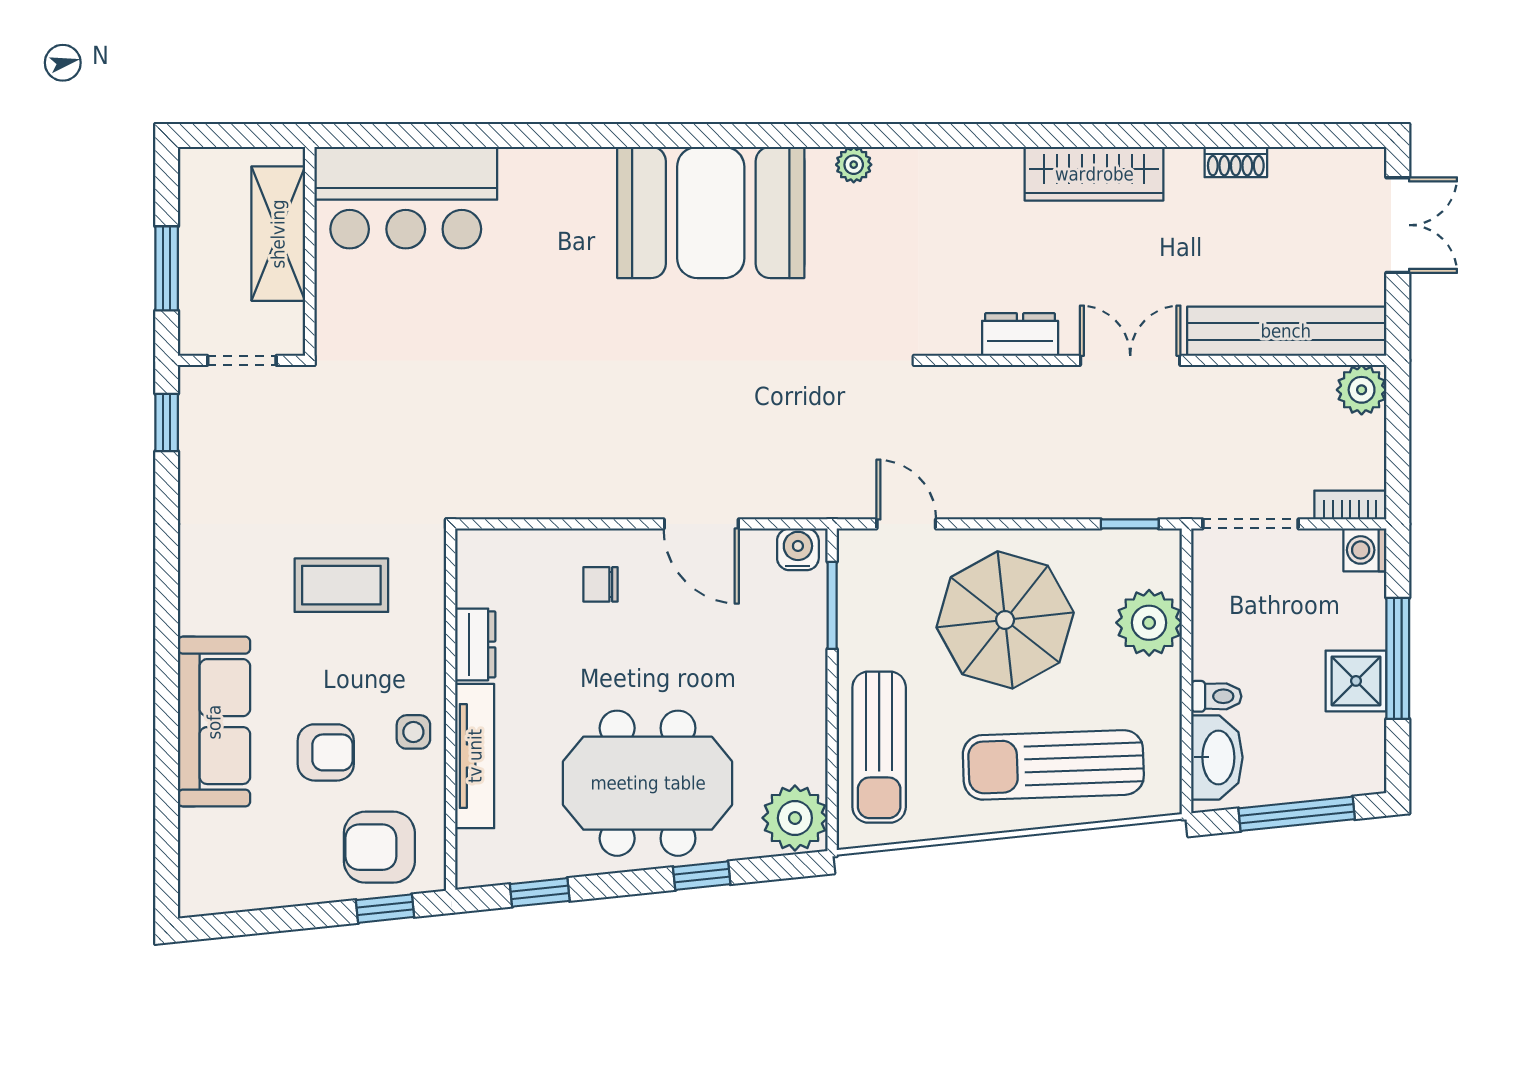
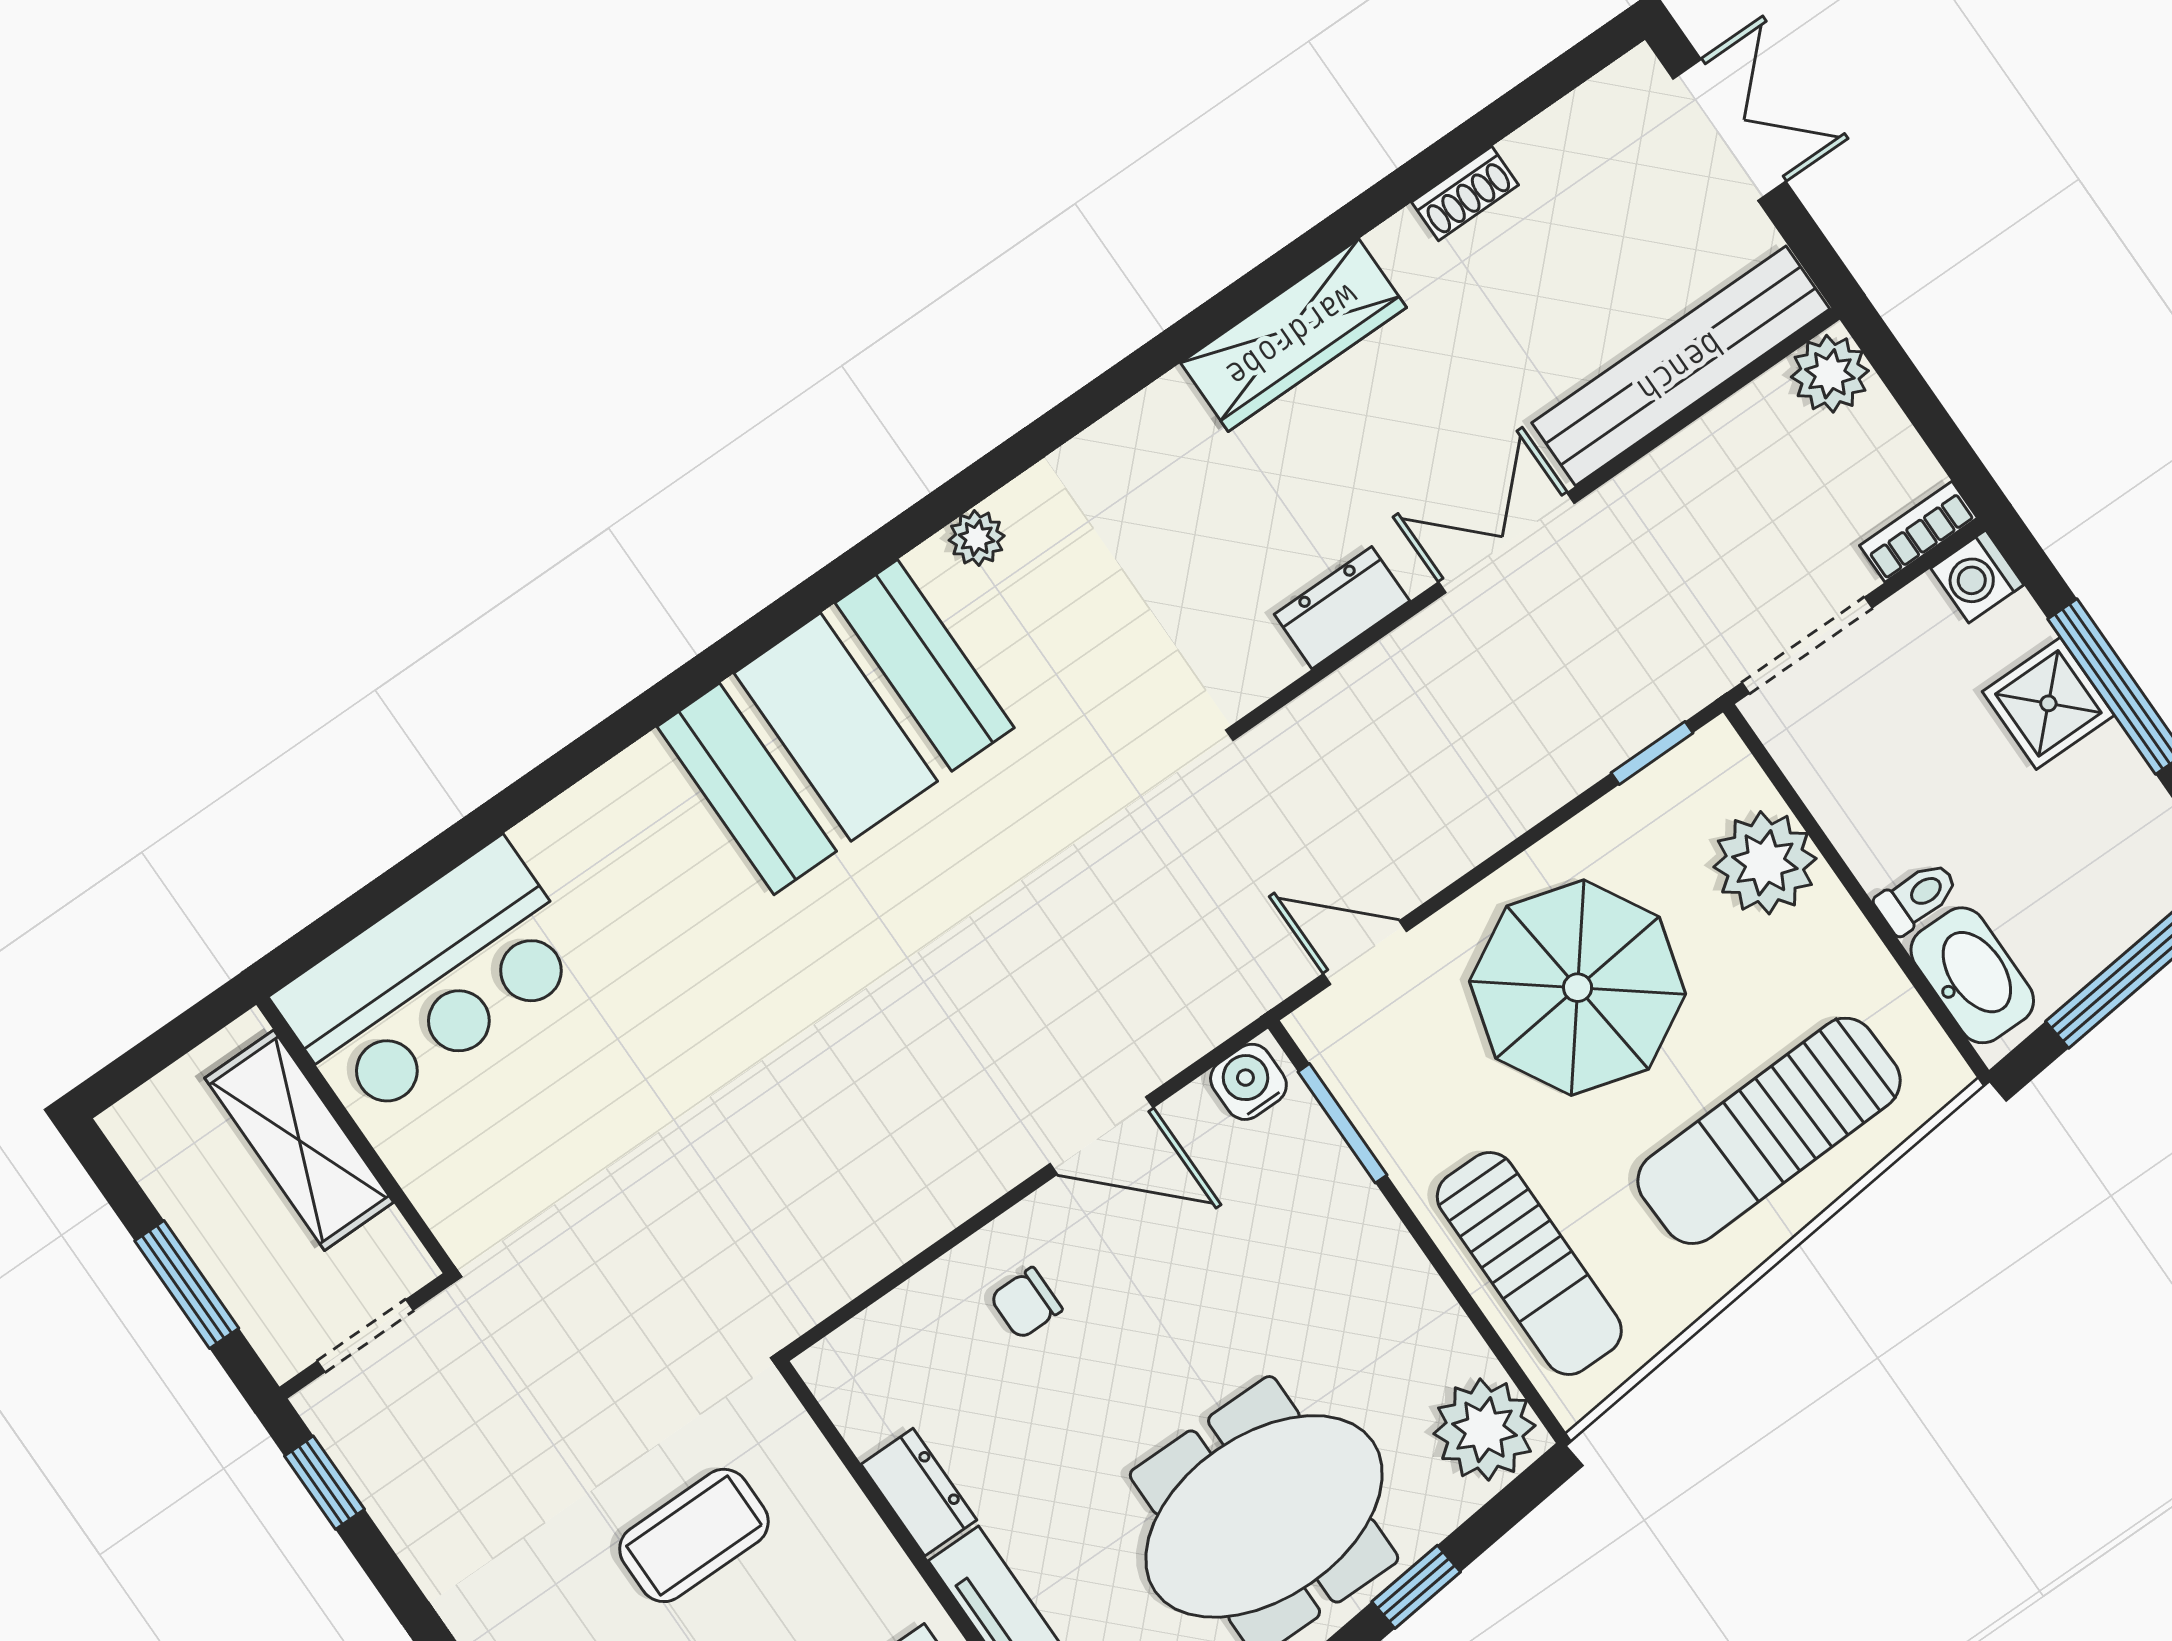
shower: (1356, 681) -> (2048, 703), moved

